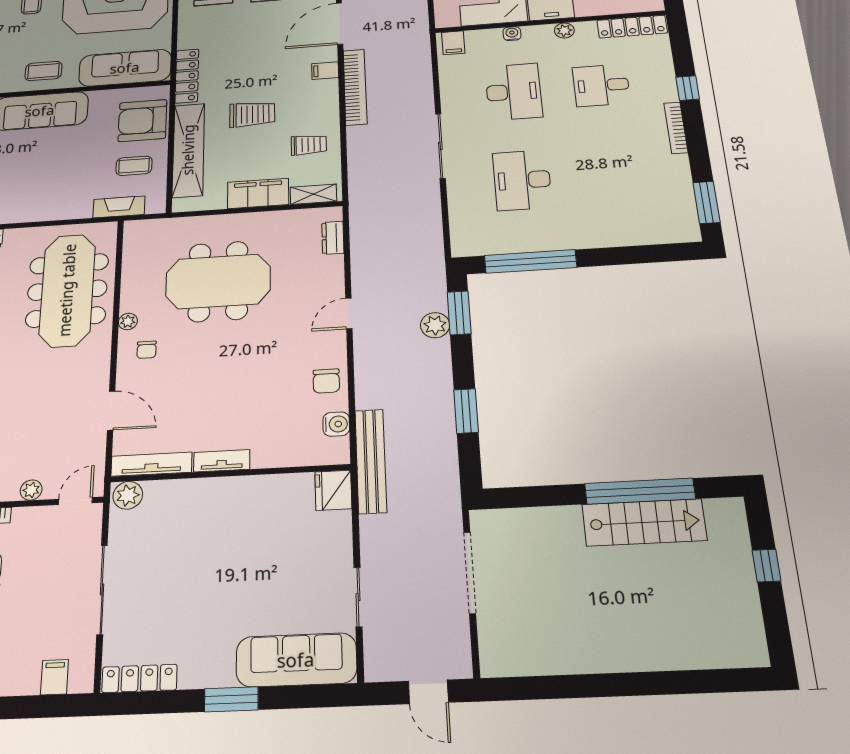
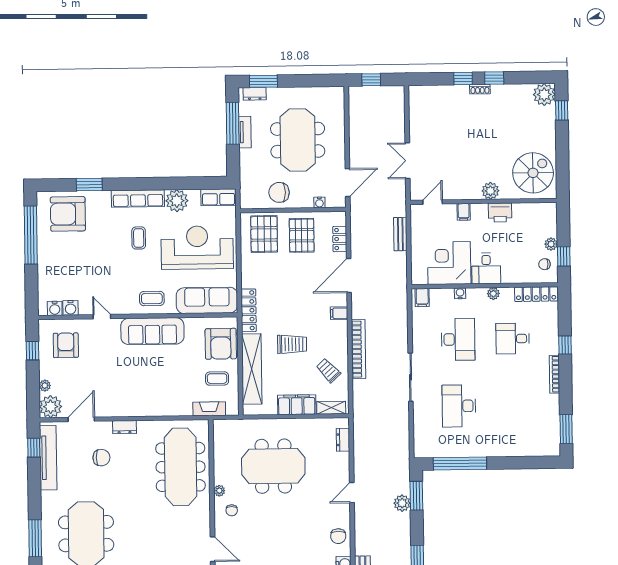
bookcase: (355, 87) -> (358, 349), moved
armchair: (142, 121) -> (221, 344), turned -90
trolley: (309, 145) -> (328, 370), turned -133

